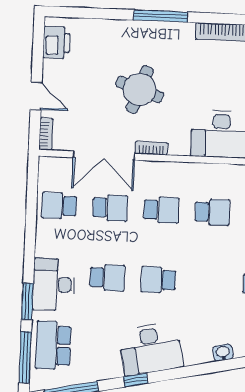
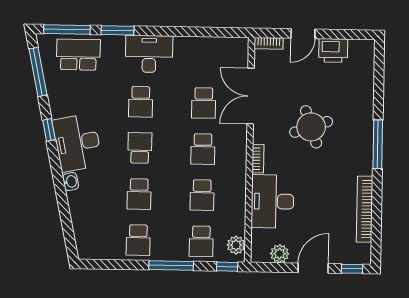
printer: (56, 43) -> (333, 51), moved
round table: (140, 89) -> (311, 127), turned -38
bookcase: (151, 148) -> (258, 159), moved
school desk: (59, 206) -> (139, 194), moved, turned 180
desk: (54, 284) -> (149, 54), moved
washbasin: (223, 353) -> (71, 182), moved

